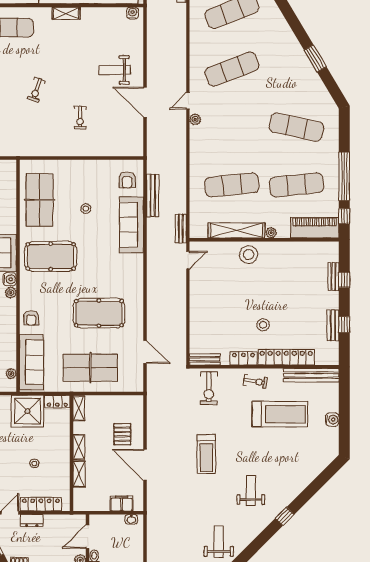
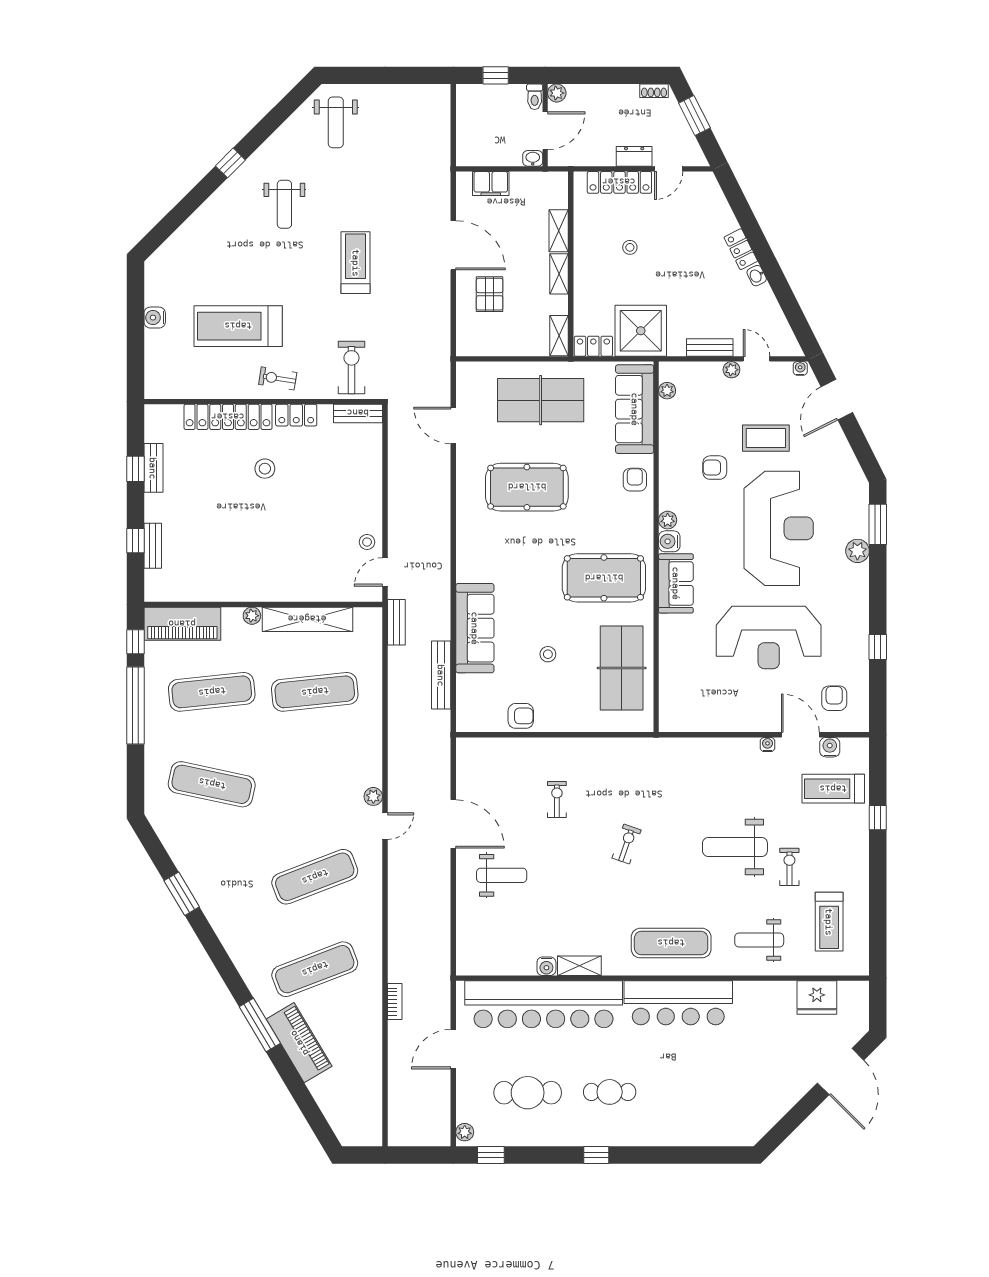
water cooler: (133, 13) -> (546, 966), moved
armchair: (127, 180) -> (521, 716), moved, turned 90
stool: (249, 255) -> (367, 542), moved, width x0.53, depth x0.53
bench: (311, 375) -> (188, 388), removed
washbasin: (131, 519) -> (533, 158), moved

